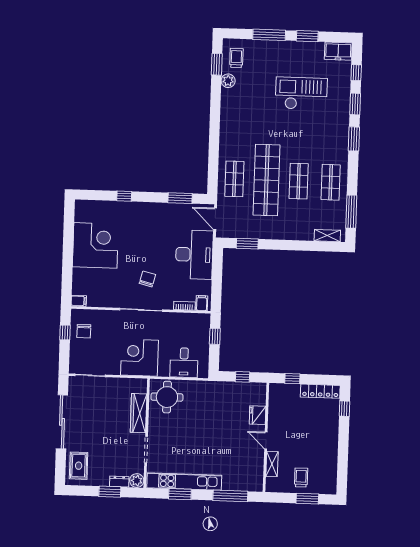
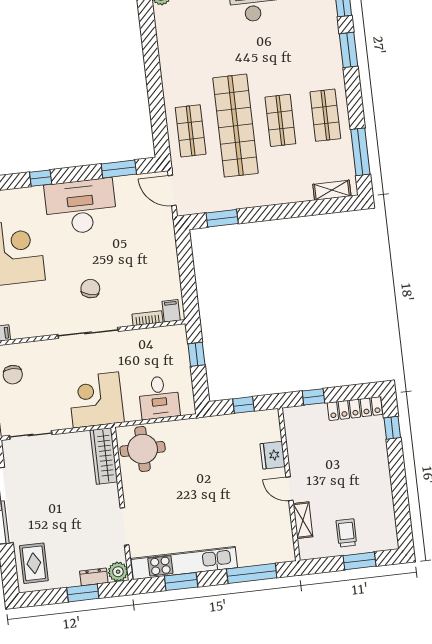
desk: (194, 255) -> (81, 207), moved, turned -90
wardrobe: (139, 413) -> (104, 456), moved

